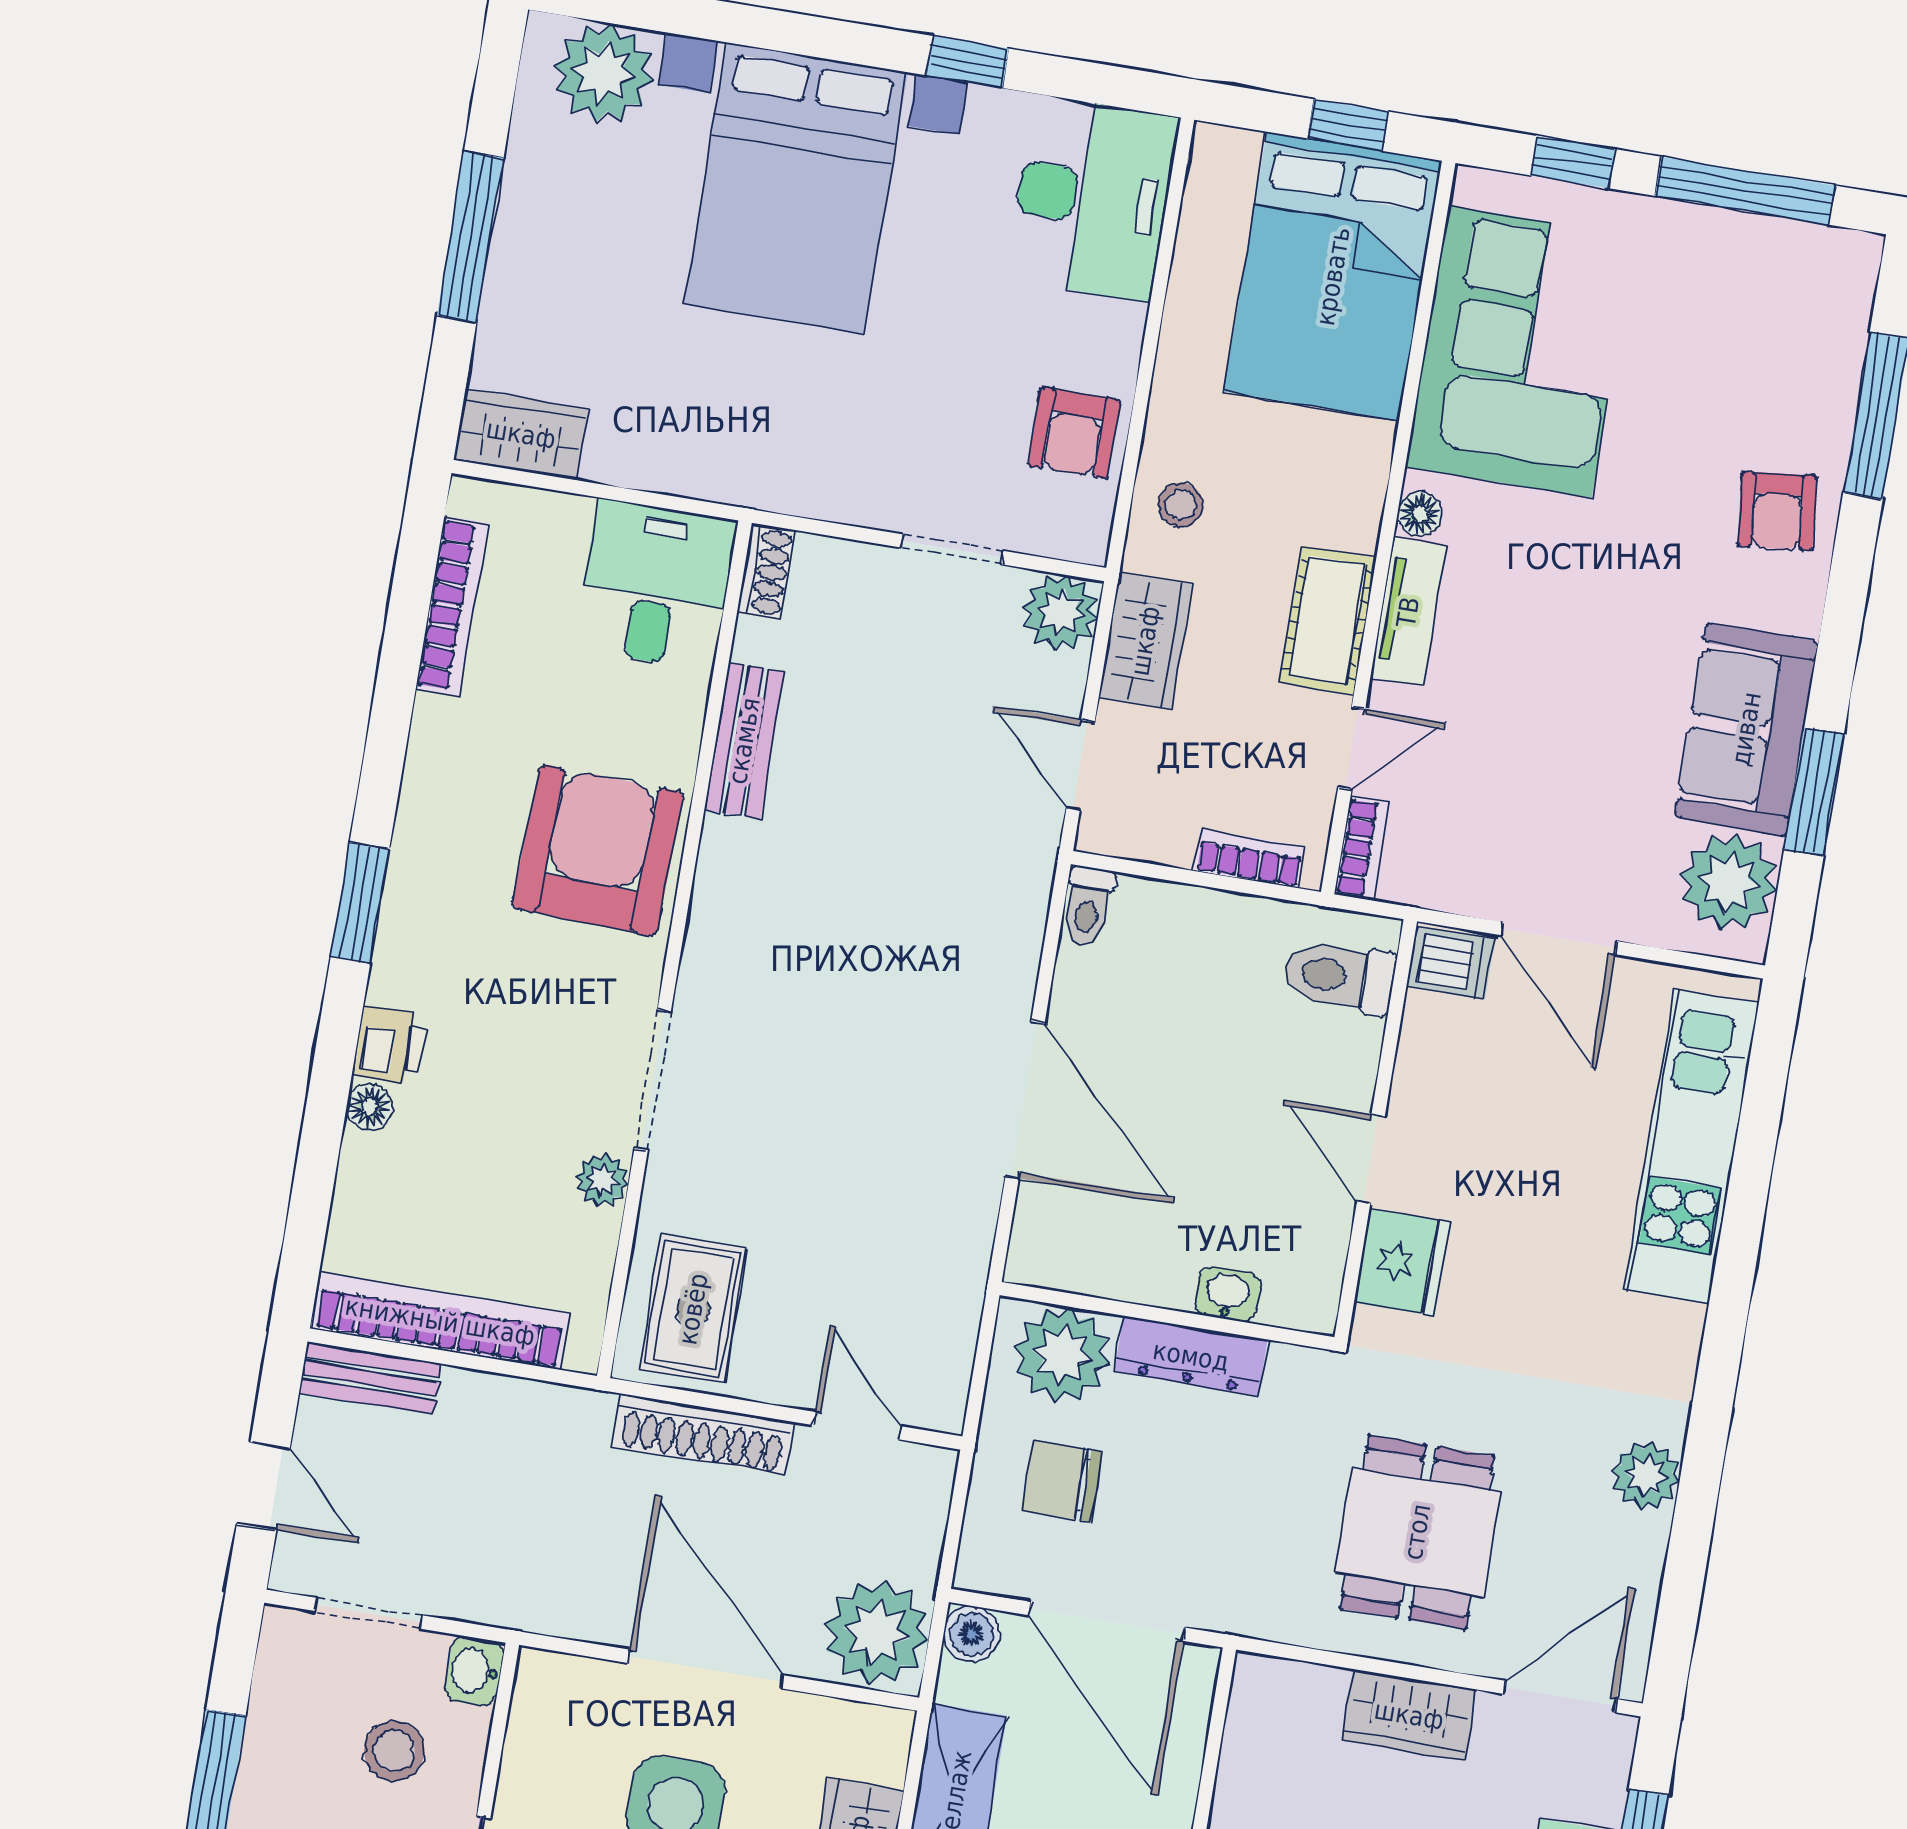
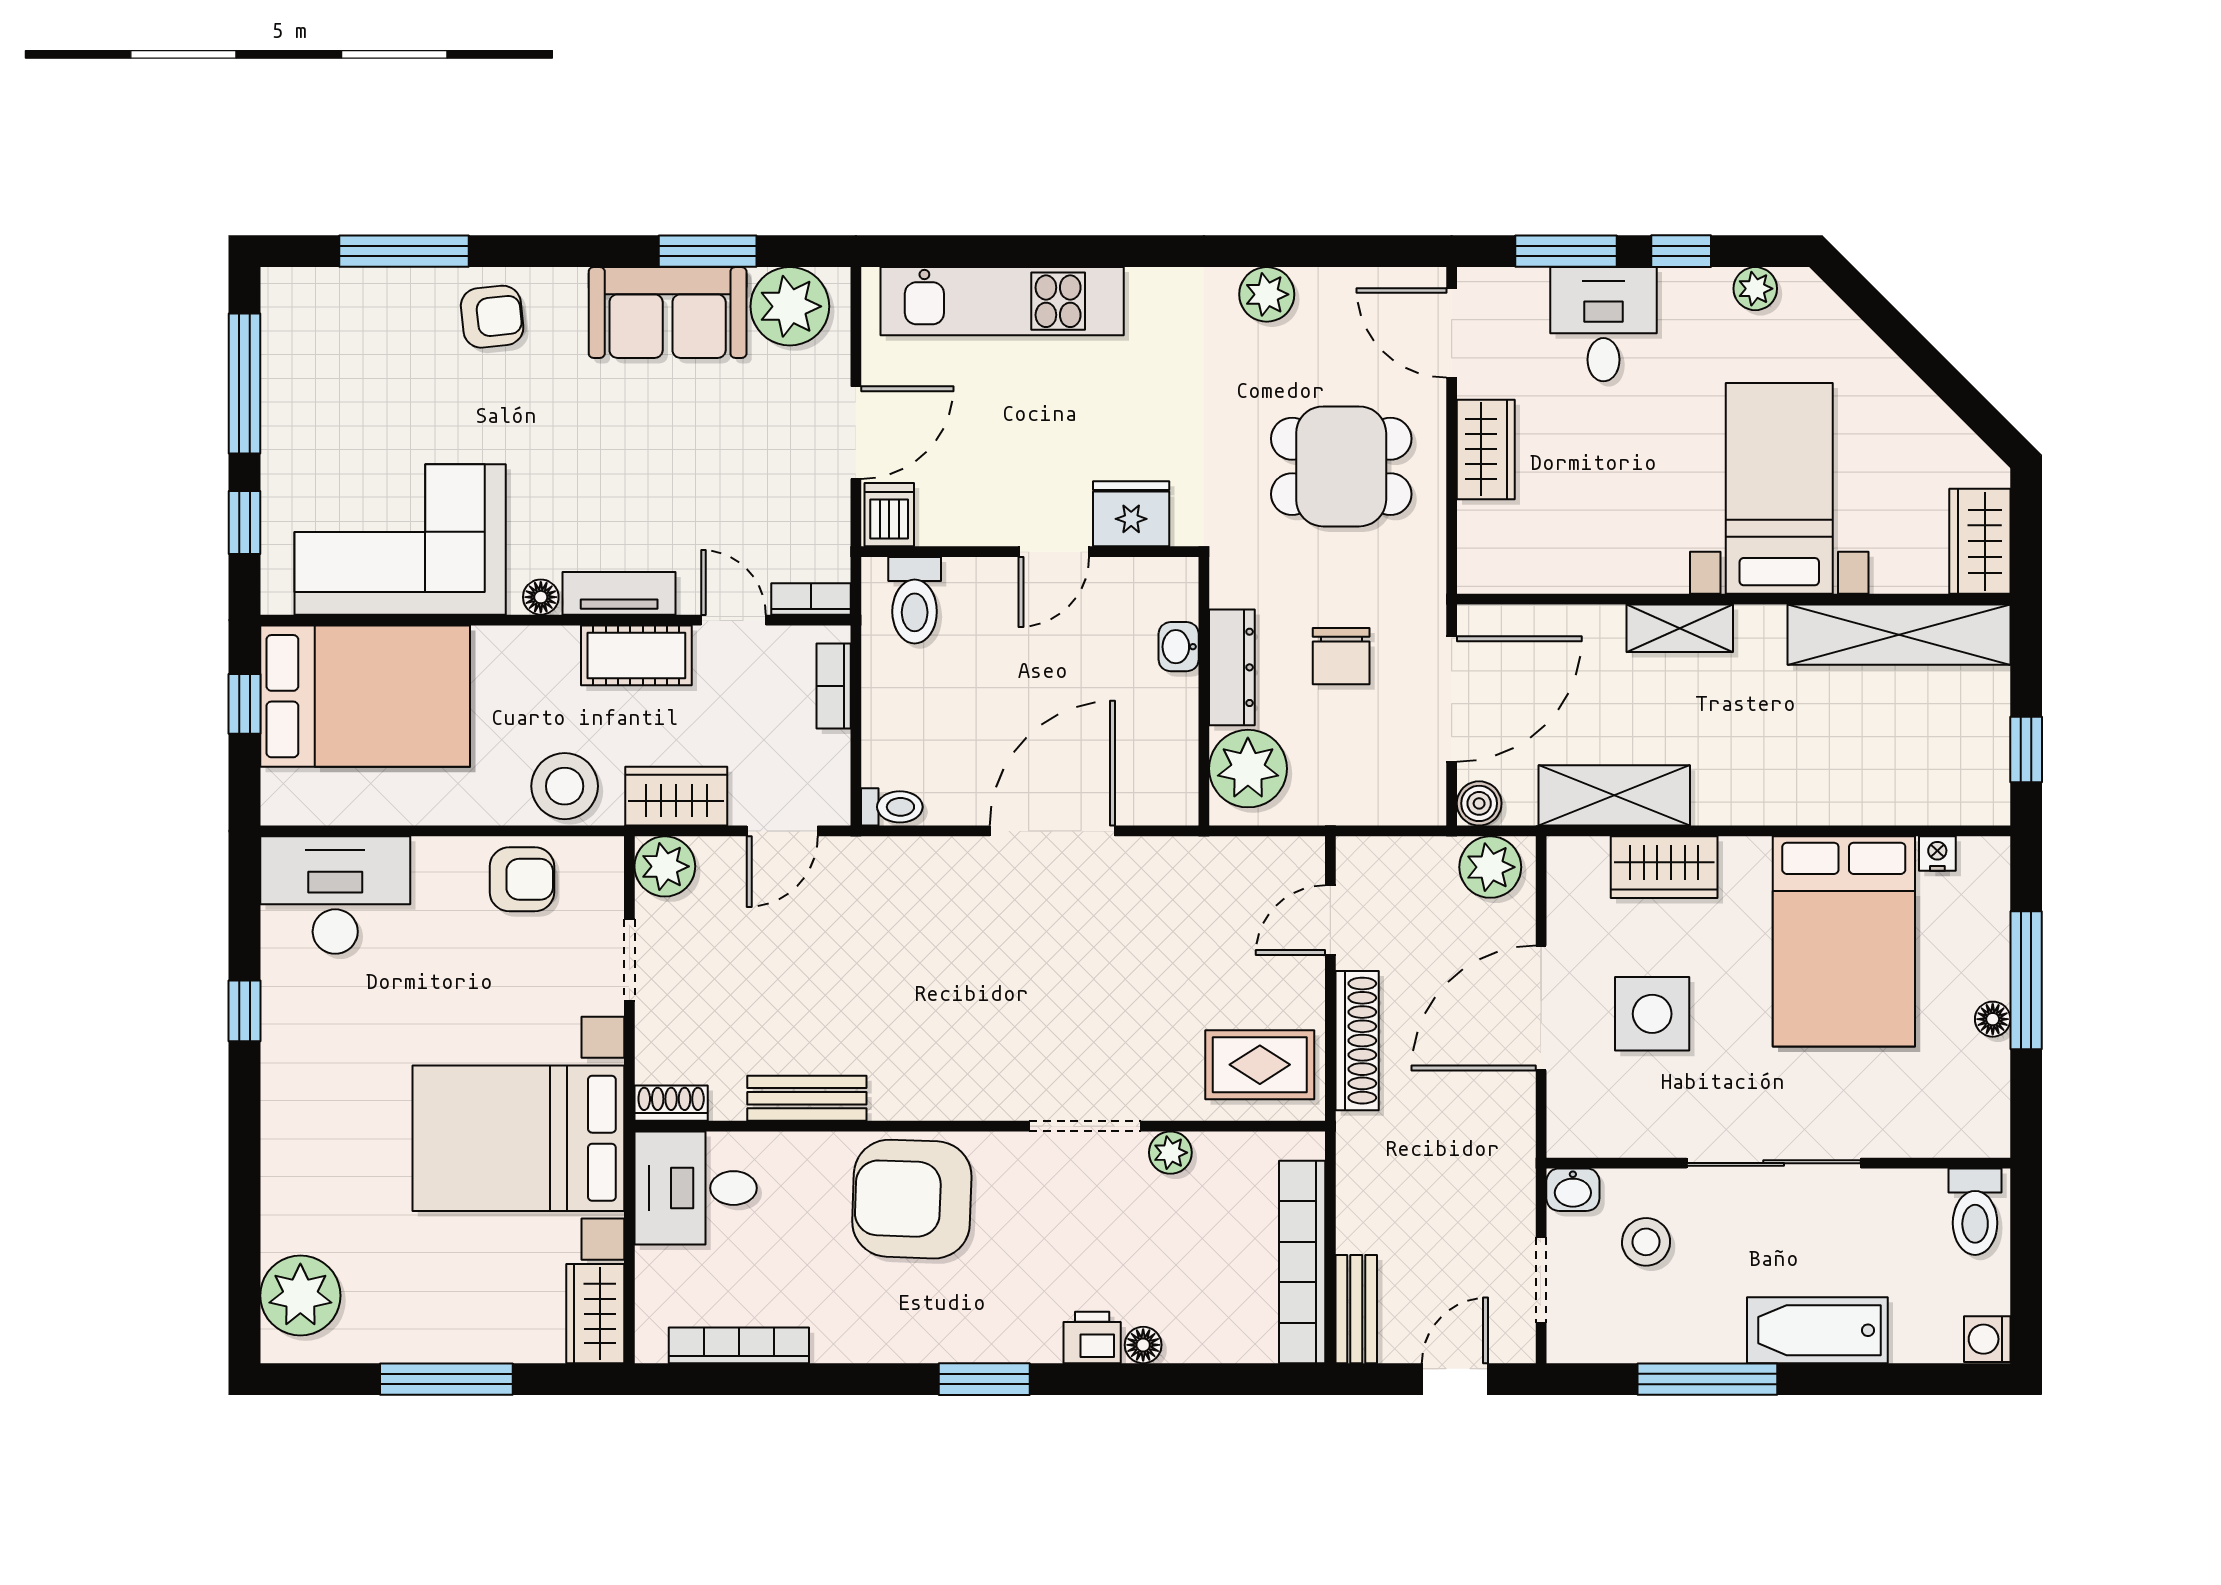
bed with nightstands: (796, 188) -> (518, 1138), moved, turned 180
stool: (1181, 505) -> (565, 786), width x1.89, depth x1.89
chair: (1062, 1481) -> (1341, 656), moved
plant: (877, 1633) -> (1490, 867), width x0.73, depth x0.73

